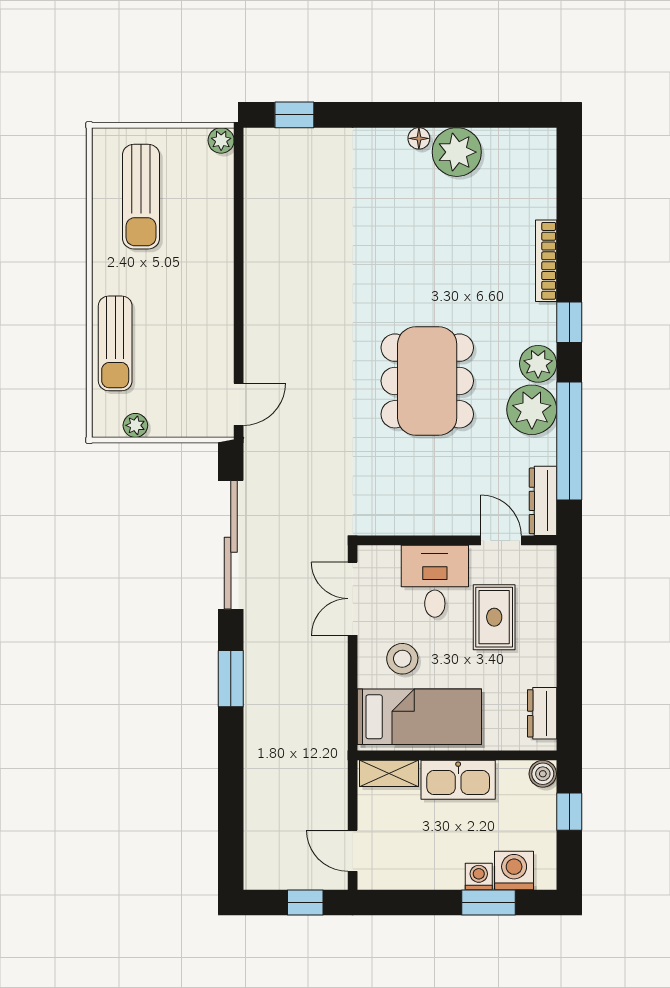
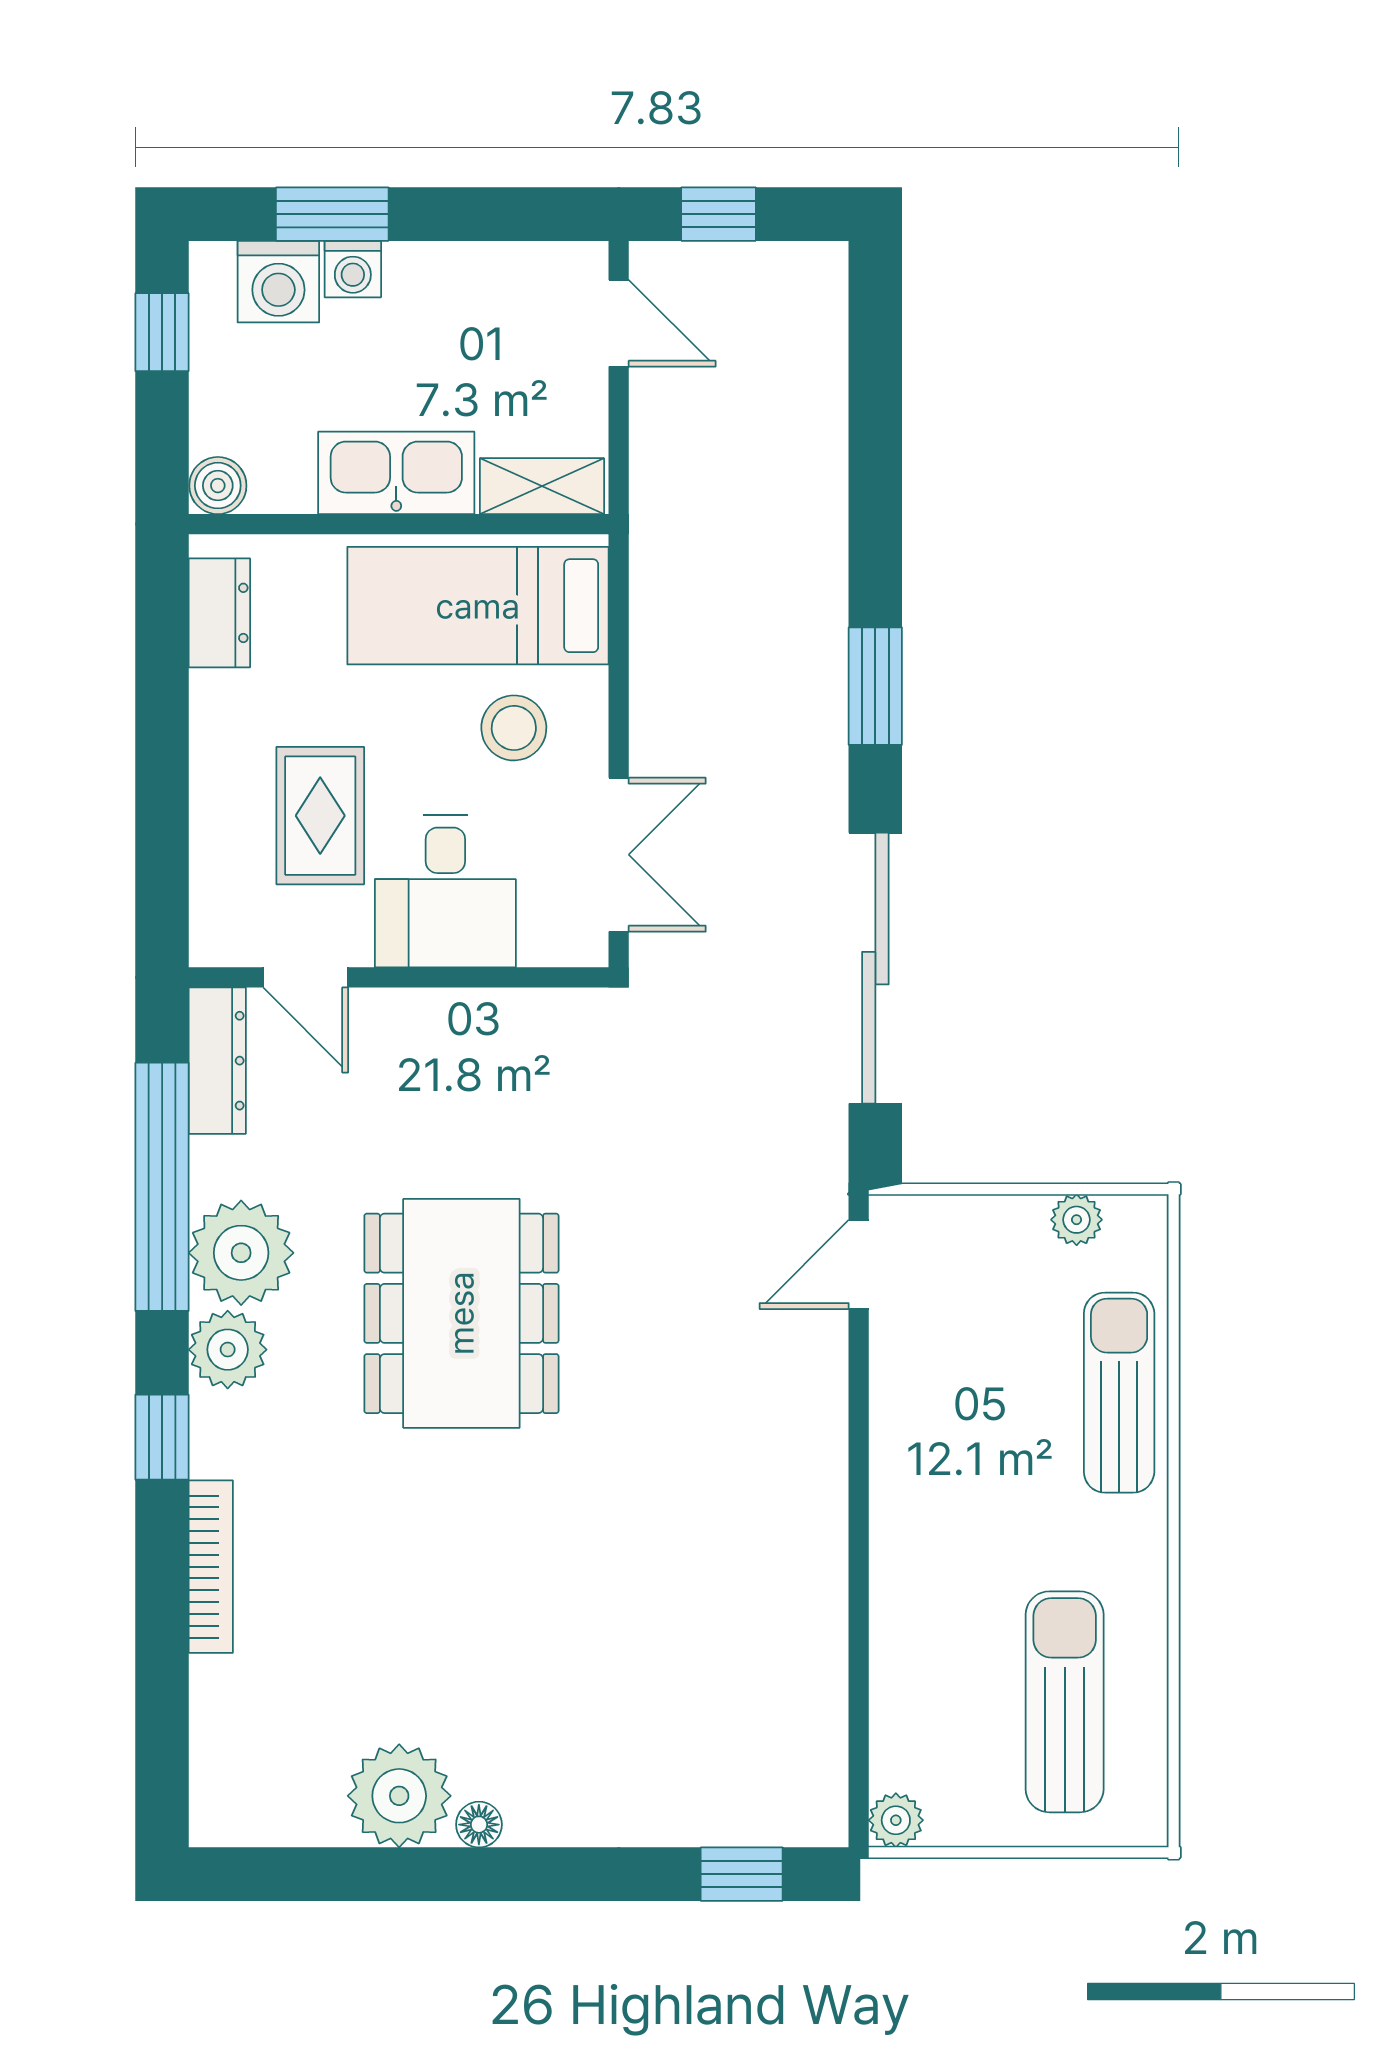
window: (569, 812) -> (162, 332), moved

